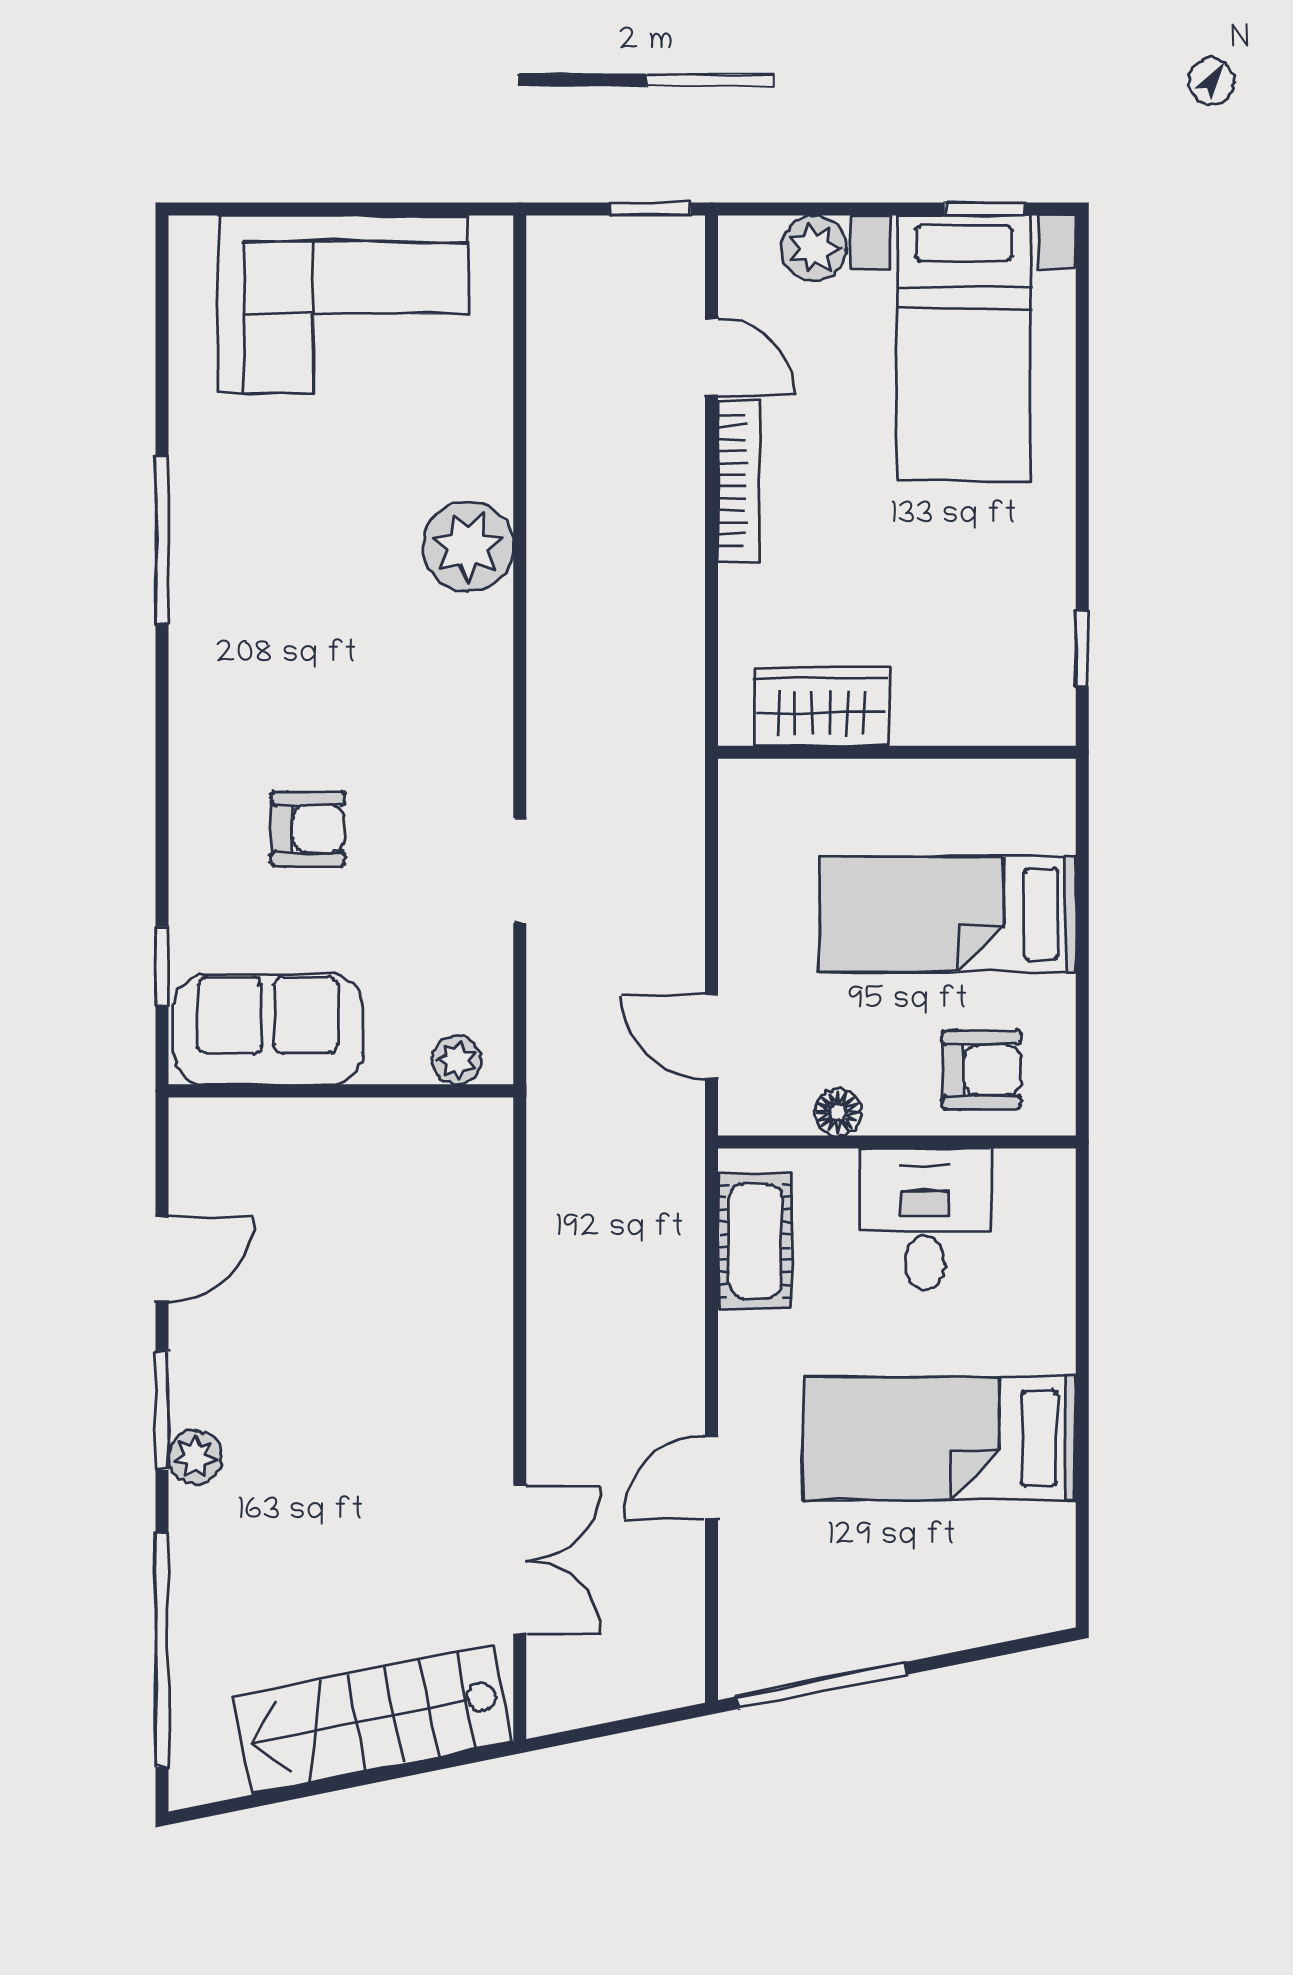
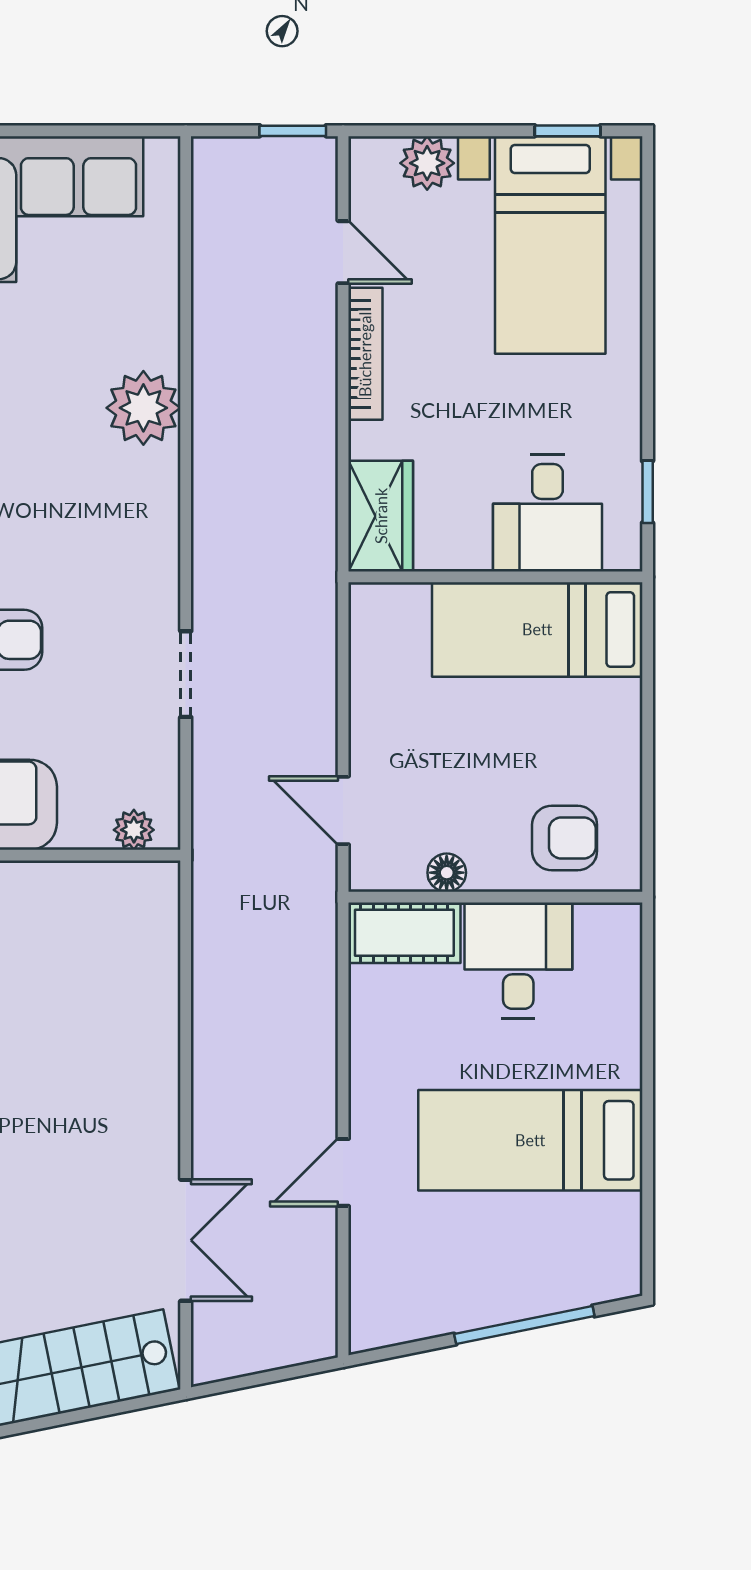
desk: (960, 674) -> (548, 513), added
wardrobe: (822, 707) -> (381, 516), moved, turned 90
bed: (948, 914) -> (537, 629), moved
cot: (755, 1241) -> (404, 933), moved, turned 90
window: (822, 1686) -> (524, 1325), moved

